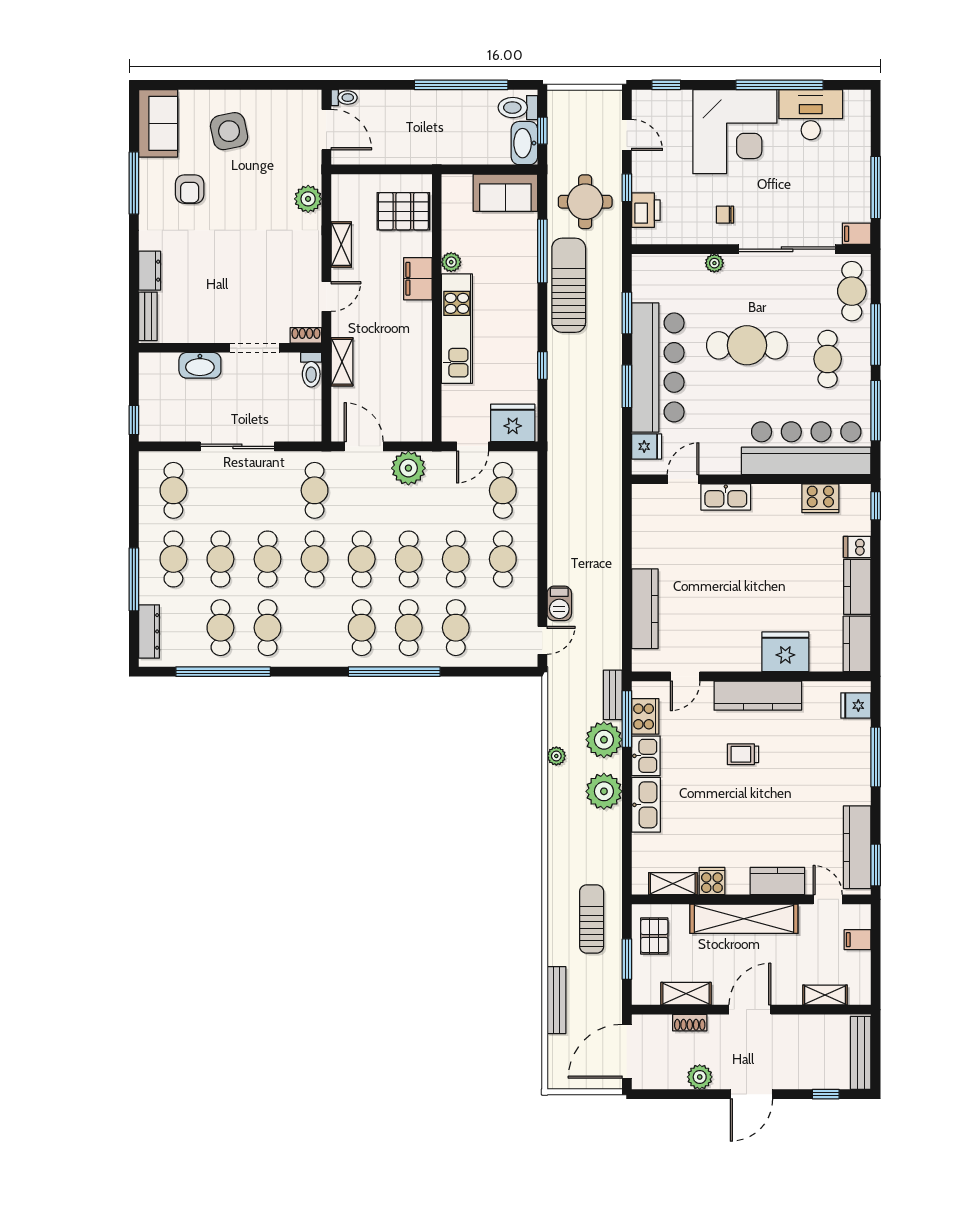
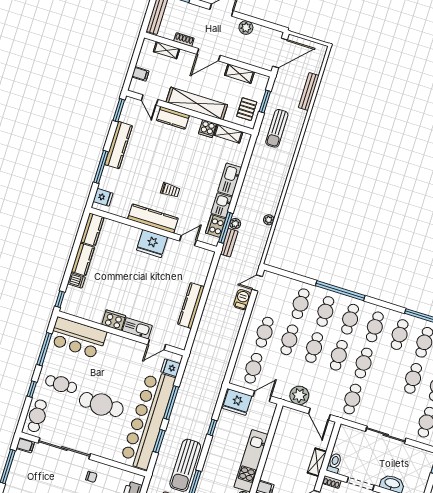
plant: (714, 263) -> (105, 453), removed
window: (876, 334) -> (32, 389), width x0.46
cafe table: (828, 359) -> (61, 384), turned 90
bar counter: (658, 367) -> (148, 420), width x1.36
window: (627, 386) -> (171, 403), width x1.44
bar counter: (806, 448) -> (78, 338), width x0.73
cooker: (820, 498) -> (114, 320), moved
cafe table: (268, 559) -> (375, 327), moved
kitchen counter: (645, 609) -> (191, 305), moved
fridge: (785, 652) -> (152, 244), moved
plant: (604, 740) -> (235, 224), width x0.53, depth x0.53
plant: (604, 791) -> (249, 193), removed
kitchen counter: (857, 847) -> (119, 145), moved
shoe rack: (690, 1023) -> (184, 40), moved

